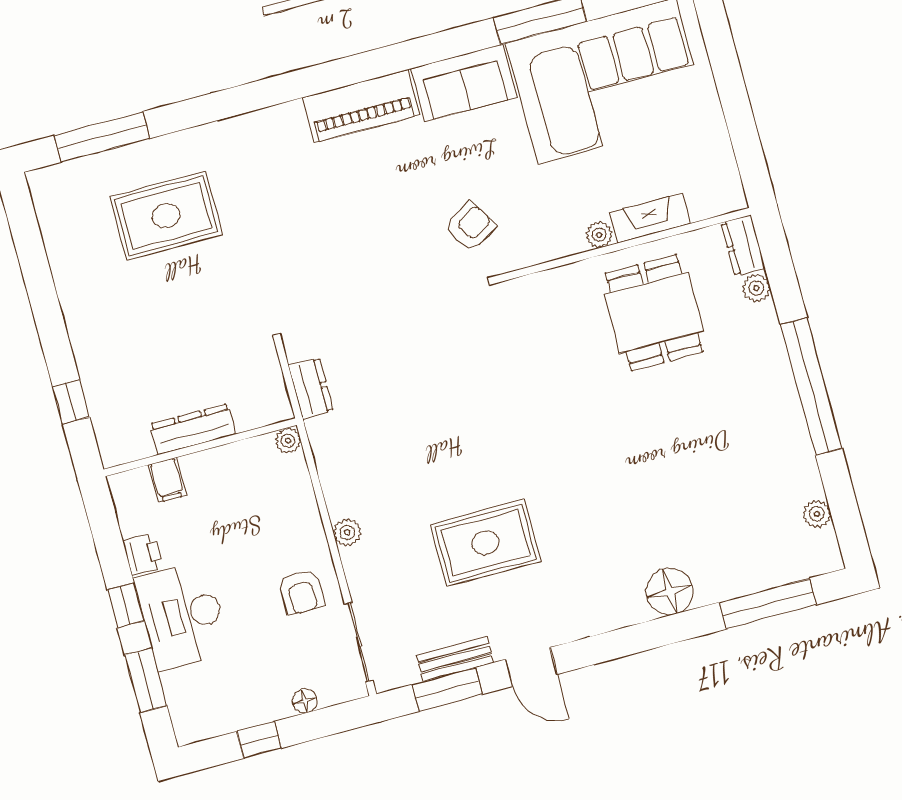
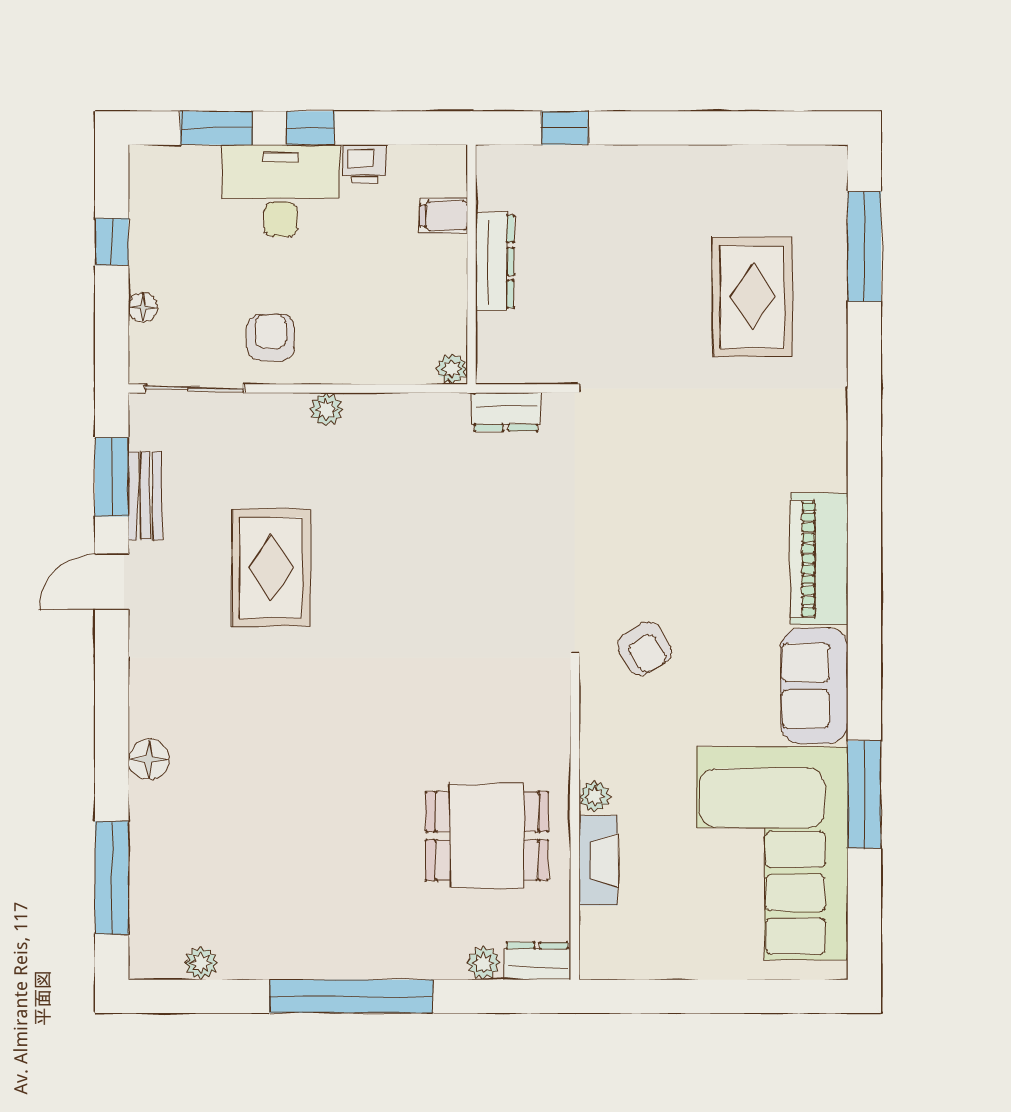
floor lamp: (670, 591) -> (149, 759), width x0.73, depth x0.73
armchair: (302, 592) -> (271, 337), turned 90

